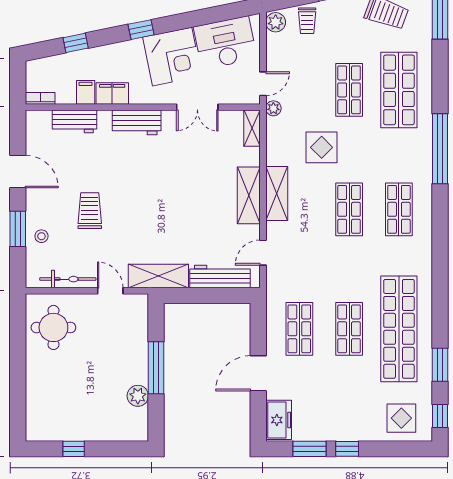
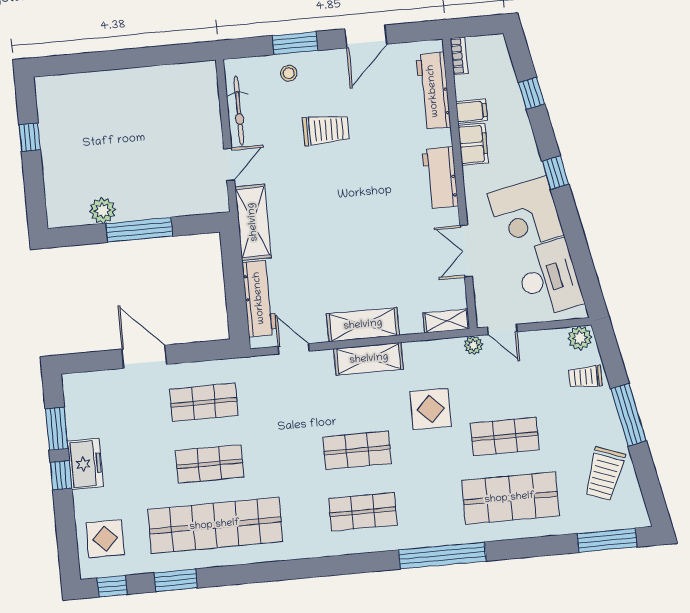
workbench: (75, 121) -> (433, 91), width x1.38
round table: (53, 327) -> (177, 99), removed
freezer: (279, 420) -> (85, 464), moved, turned -90

